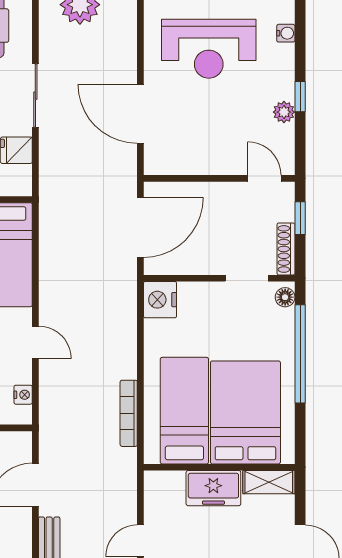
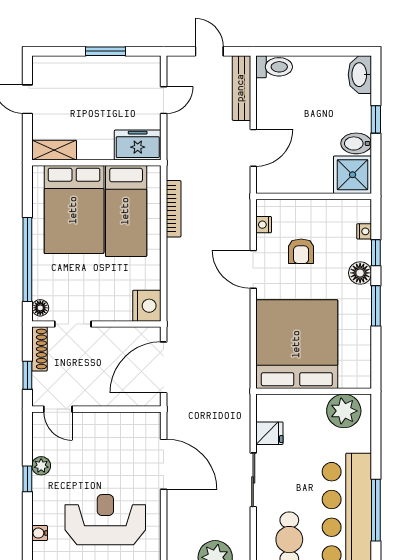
door: (35, 342) -> (253, 269), width x1.38
freezer: (213, 488) -> (138, 145), moved

